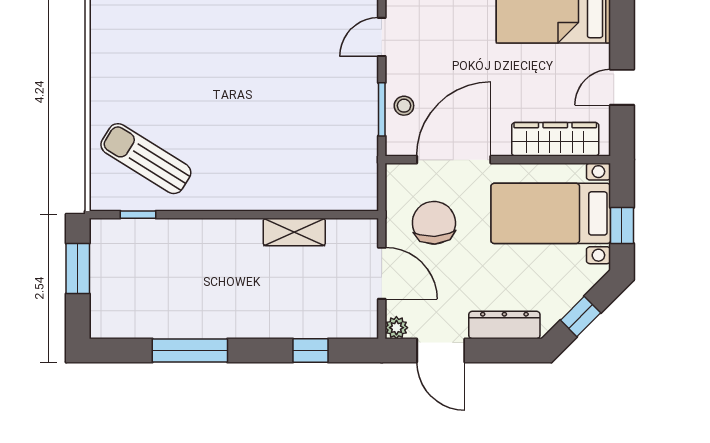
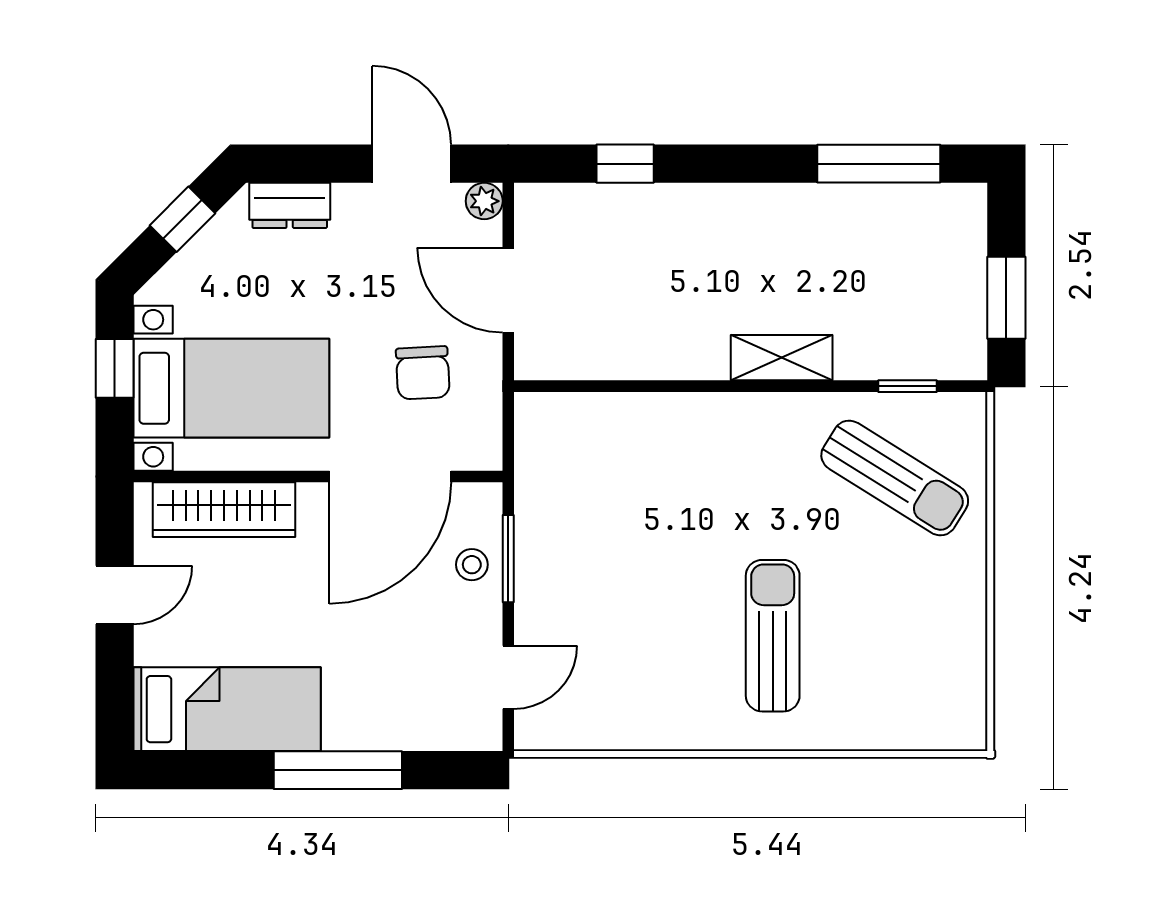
sun lounger: (220, 62) -> (773, 636), added
chair: (434, 223) -> (423, 373), width x0.73, depth x0.73
shelving: (294, 232) -> (782, 358), moved
dresser: (504, 325) -> (290, 205), width x0.70
window: (190, 350) -> (879, 164), moved

